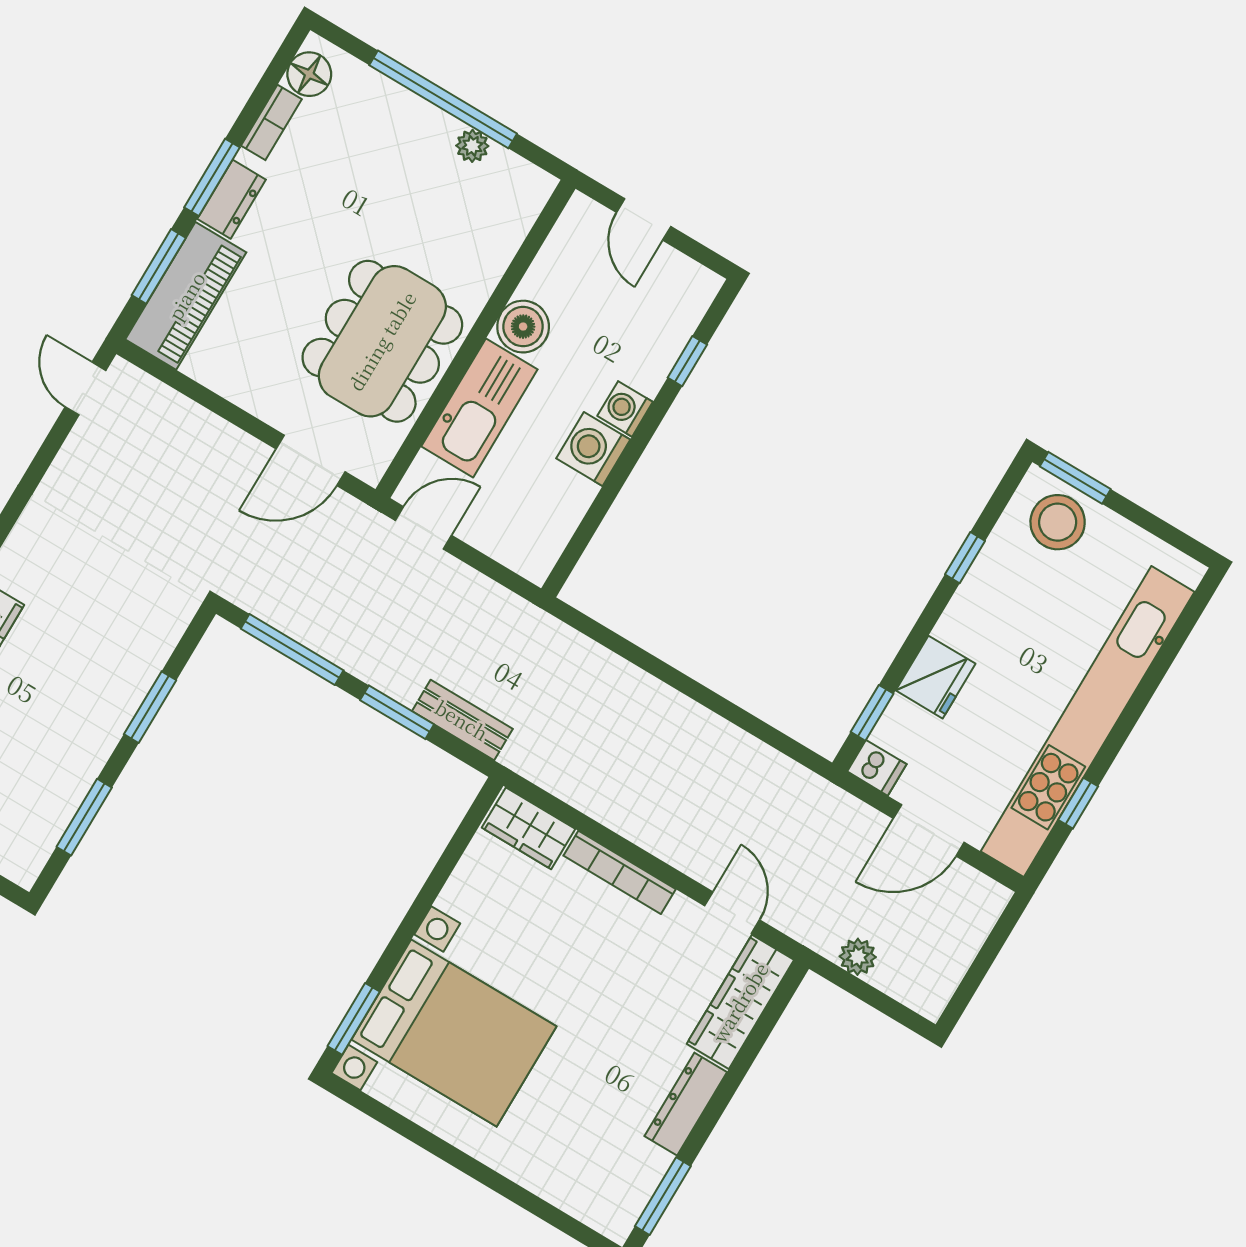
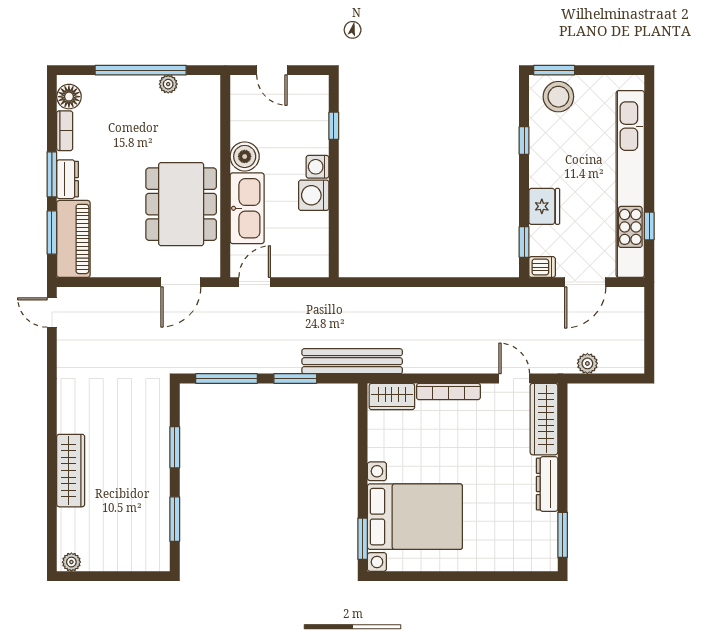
bench: (462, 720) -> (352, 361), width x1.86, depth x1.21

